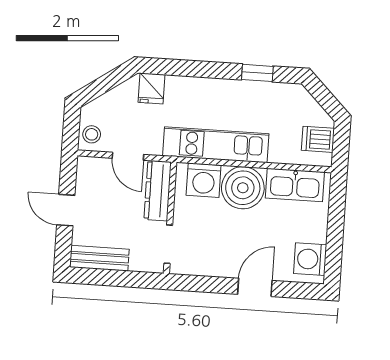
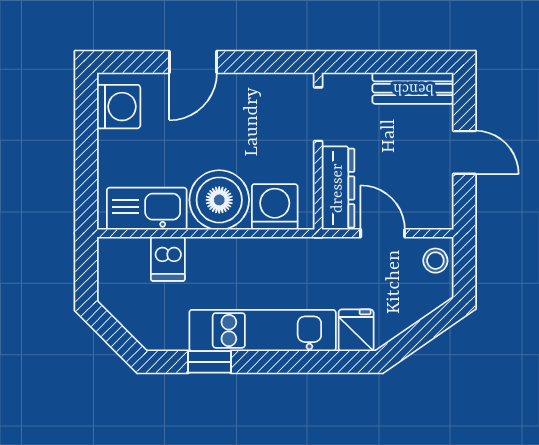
dishwasher: (318, 139) -> (168, 259), moved, turned 90
kitchen unit: (216, 145) -> (263, 330), moved, turned 180

